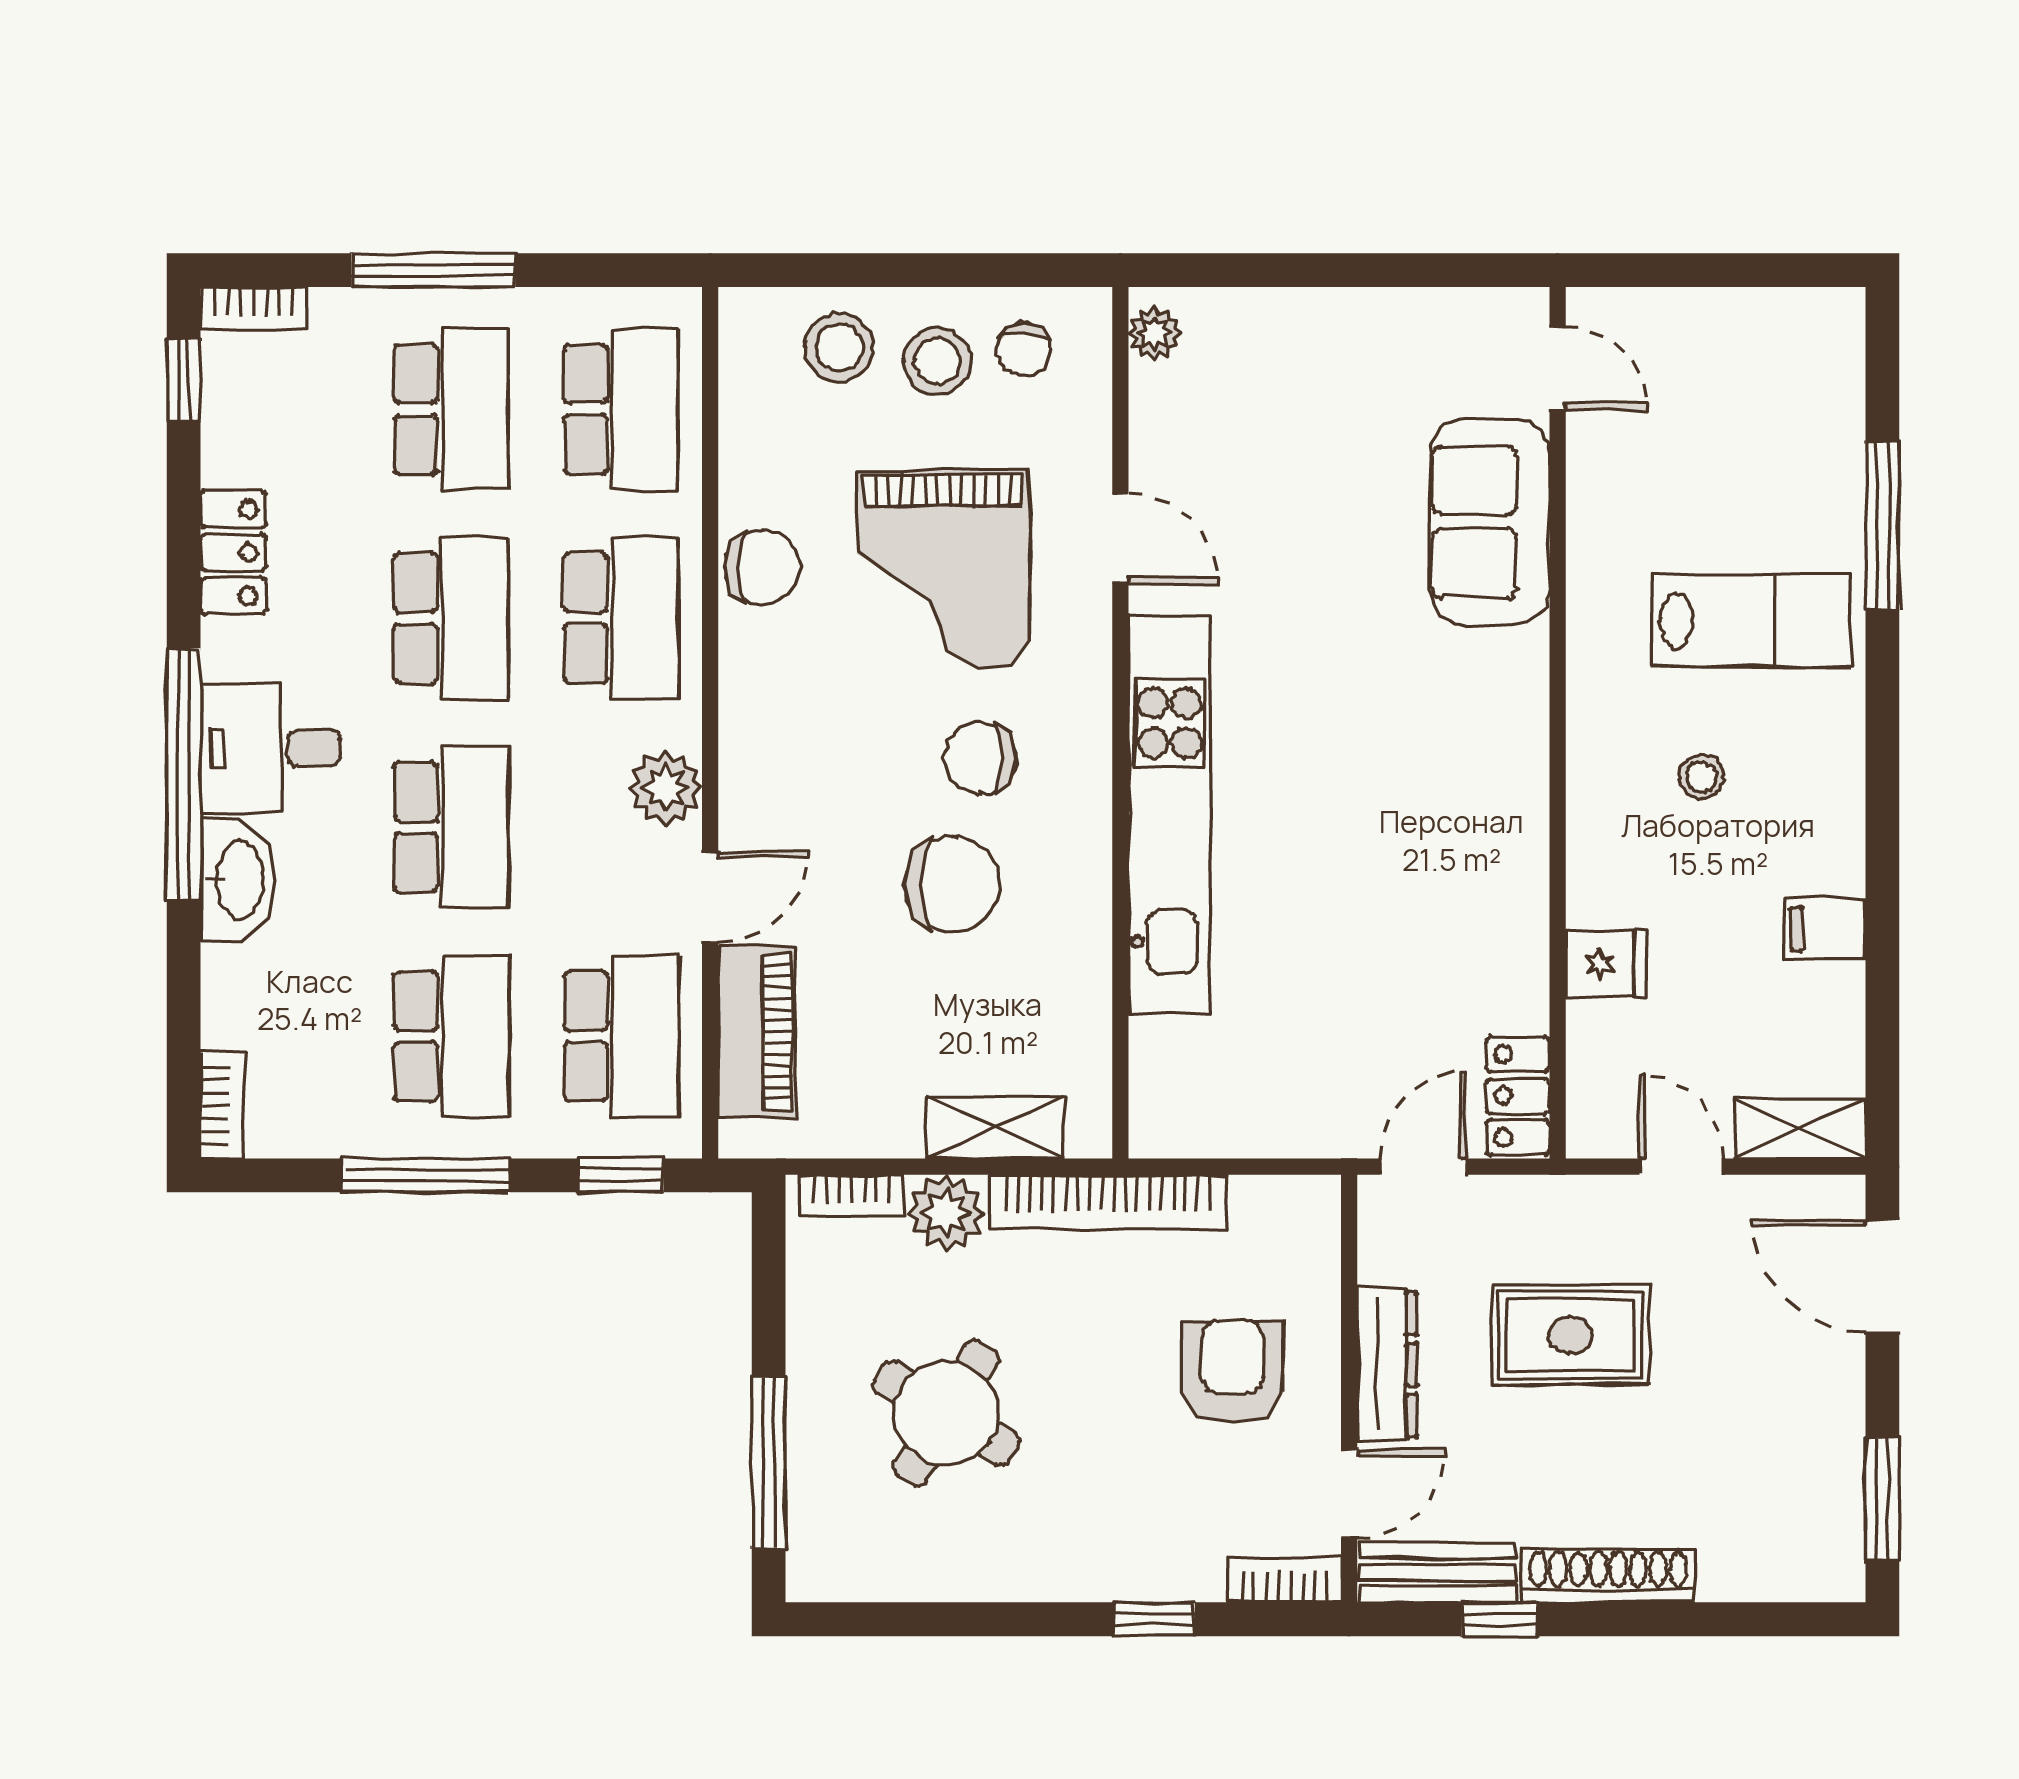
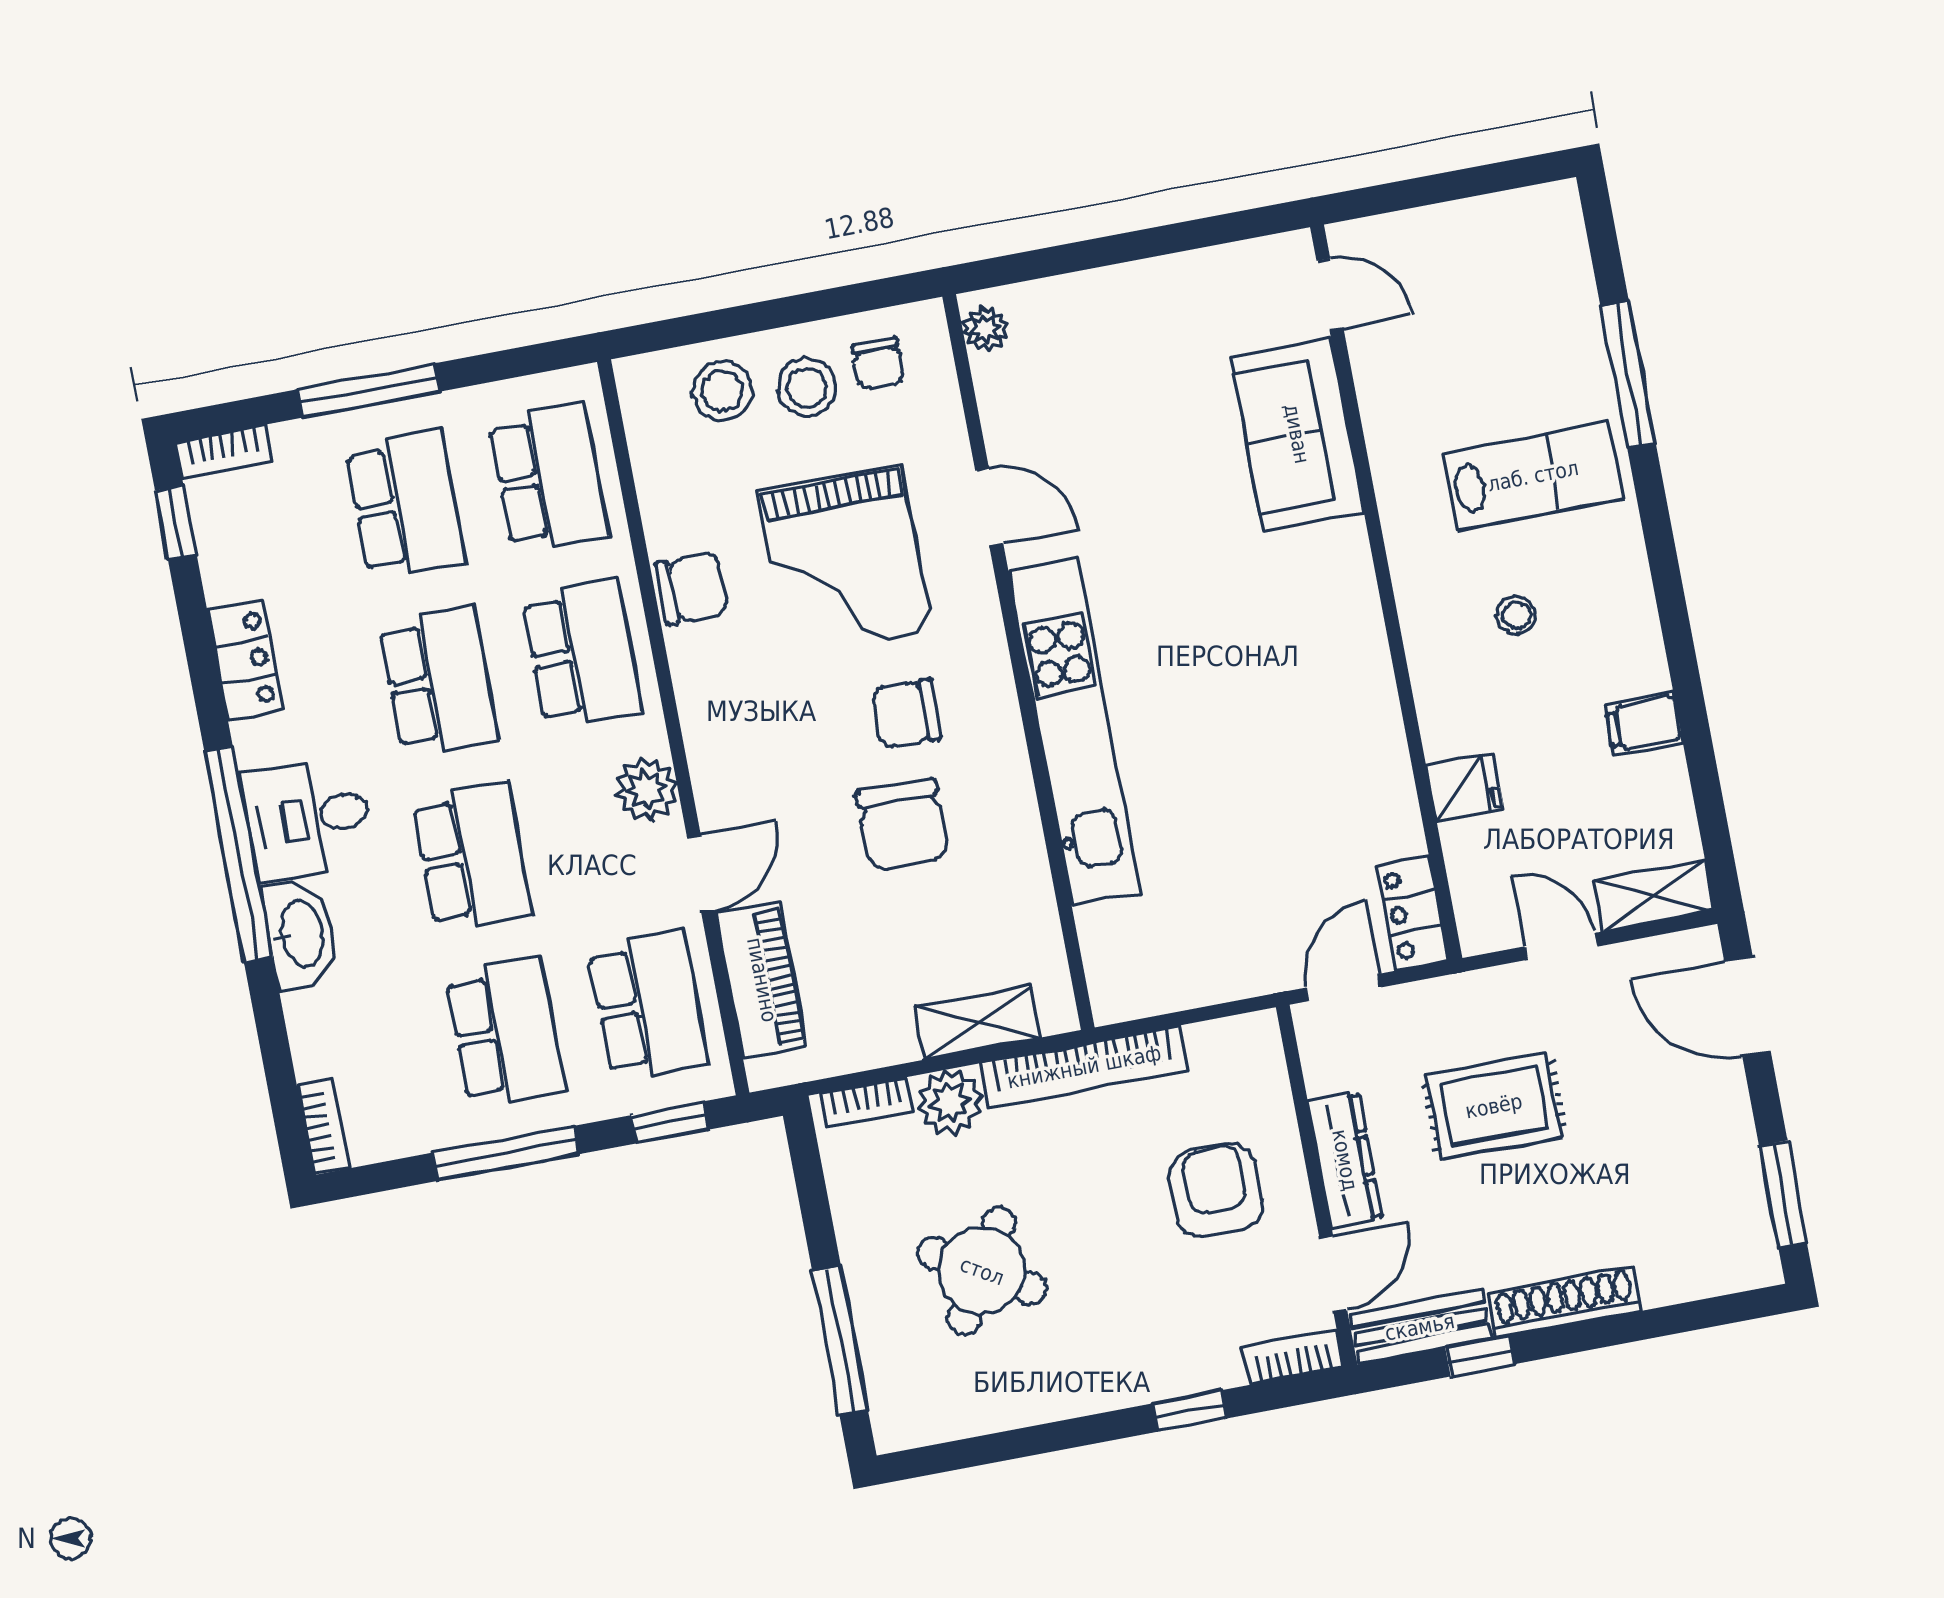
chair: (952, 884) -> (903, 825), turned 90

